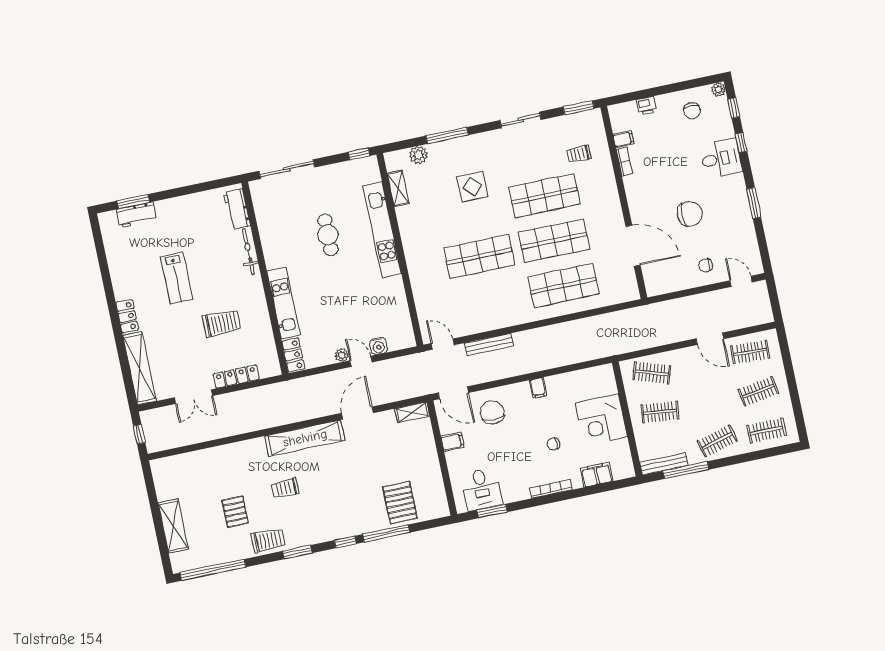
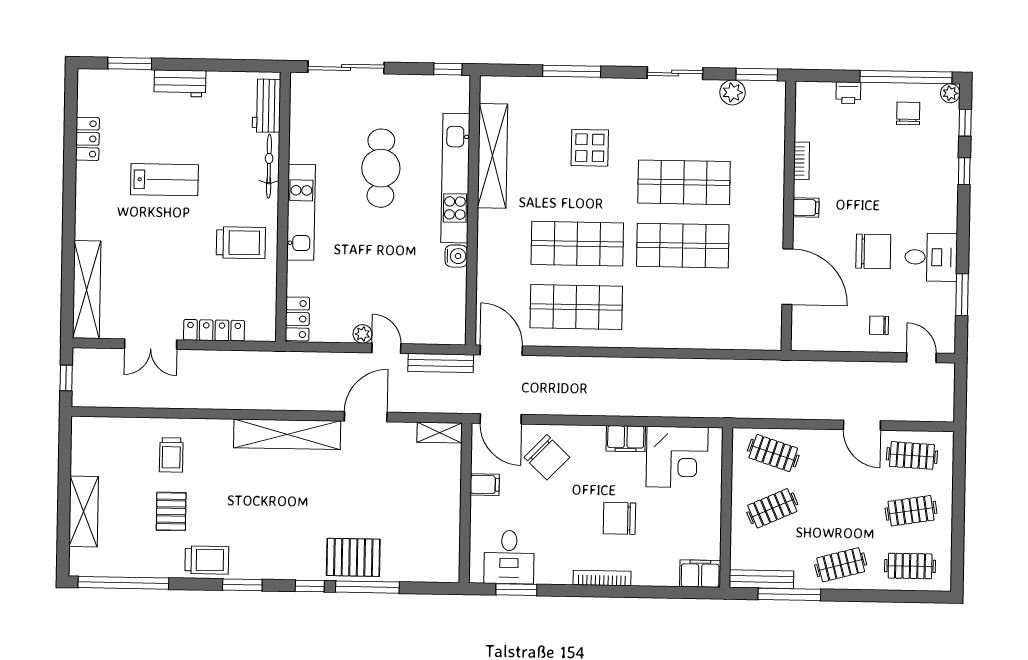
window: (685, 85) -> (906, 77), added
chair: (692, 111) -> (908, 113), turned 180
filing cabinet: (623, 139) -> (806, 208), moved
trolley: (579, 154) -> (743, 137), removed
plant: (419, 155) -> (732, 92), moved
desk: (721, 159) -> (931, 257), moved
shelving: (398, 188) -> (493, 156), width x2.20, depth x1.33
window: (754, 203) -> (962, 295), moved
workbench: (136, 215) -> (180, 83), moved
cafe table: (328, 235) -> (381, 168), width x1.37, depth x1.35
lab bench: (177, 278) -> (164, 180), turned -90
shop shelf: (563, 286) -> (576, 307), moved
kitchen unit: (284, 303) -> (301, 212), moved
locker: (127, 316) -> (88, 139), moved
trolley: (222, 323) -> (241, 243), moved
door: (443, 344) -> (501, 350), width x1.38
bench: (489, 345) -> (441, 363), moved
water cooler: (378, 346) -> (456, 256), moved, turned -90
filing cabinet: (538, 388) -> (626, 439), width x2.00
chair: (492, 412) -> (547, 457), turned 134
clothes rail: (660, 412) -> (772, 508), turned -30
corner desk: (601, 420) -> (677, 457), moved, turned -90
chair: (553, 444) -> (619, 518), width x1.87, depth x1.87
filing cabinet: (597, 475) -> (700, 574), moved
trolley: (285, 488) -> (171, 455), moved, turned -90
pallet: (400, 503) -> (353, 557), moved, turned 90

